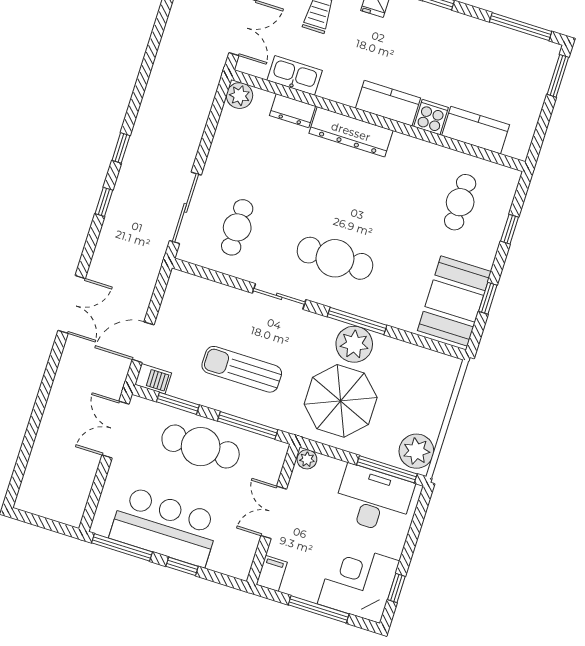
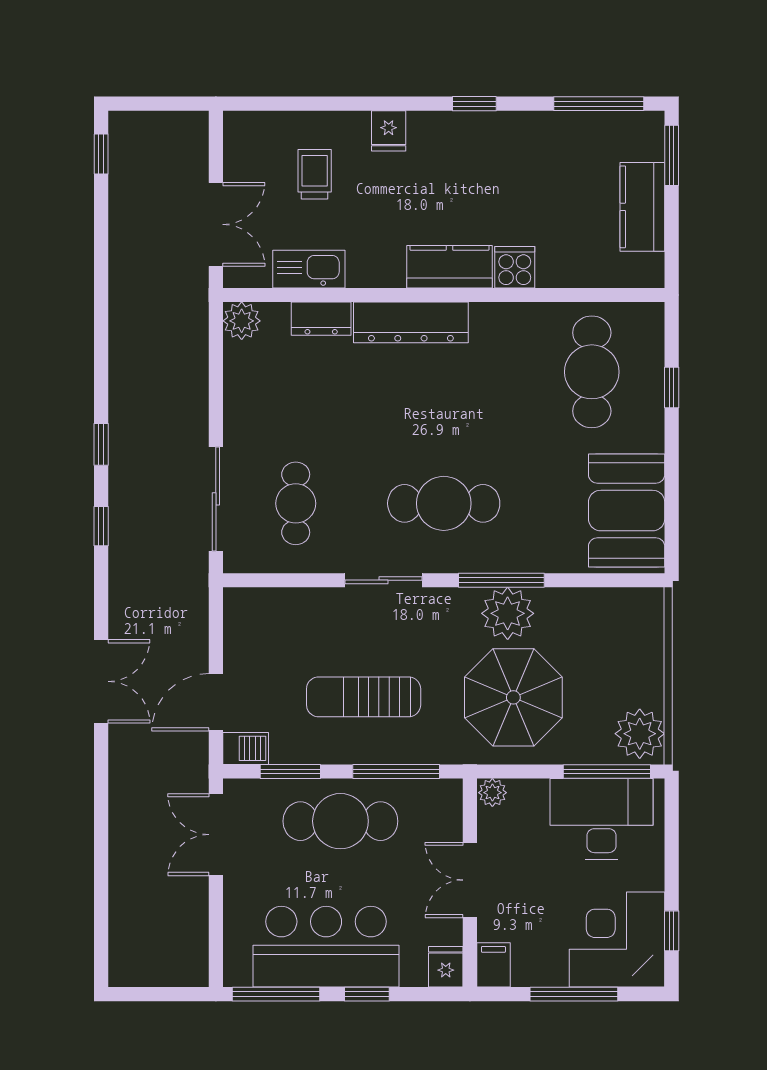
kitchen counter: (476, 130) -> (642, 207), moved, turned -90
cafe table: (460, 202) -> (592, 372), width x1.37, depth x1.35
window: (488, 298) -> (672, 492), removed
fridge: (240, 565) -> (446, 967), added

